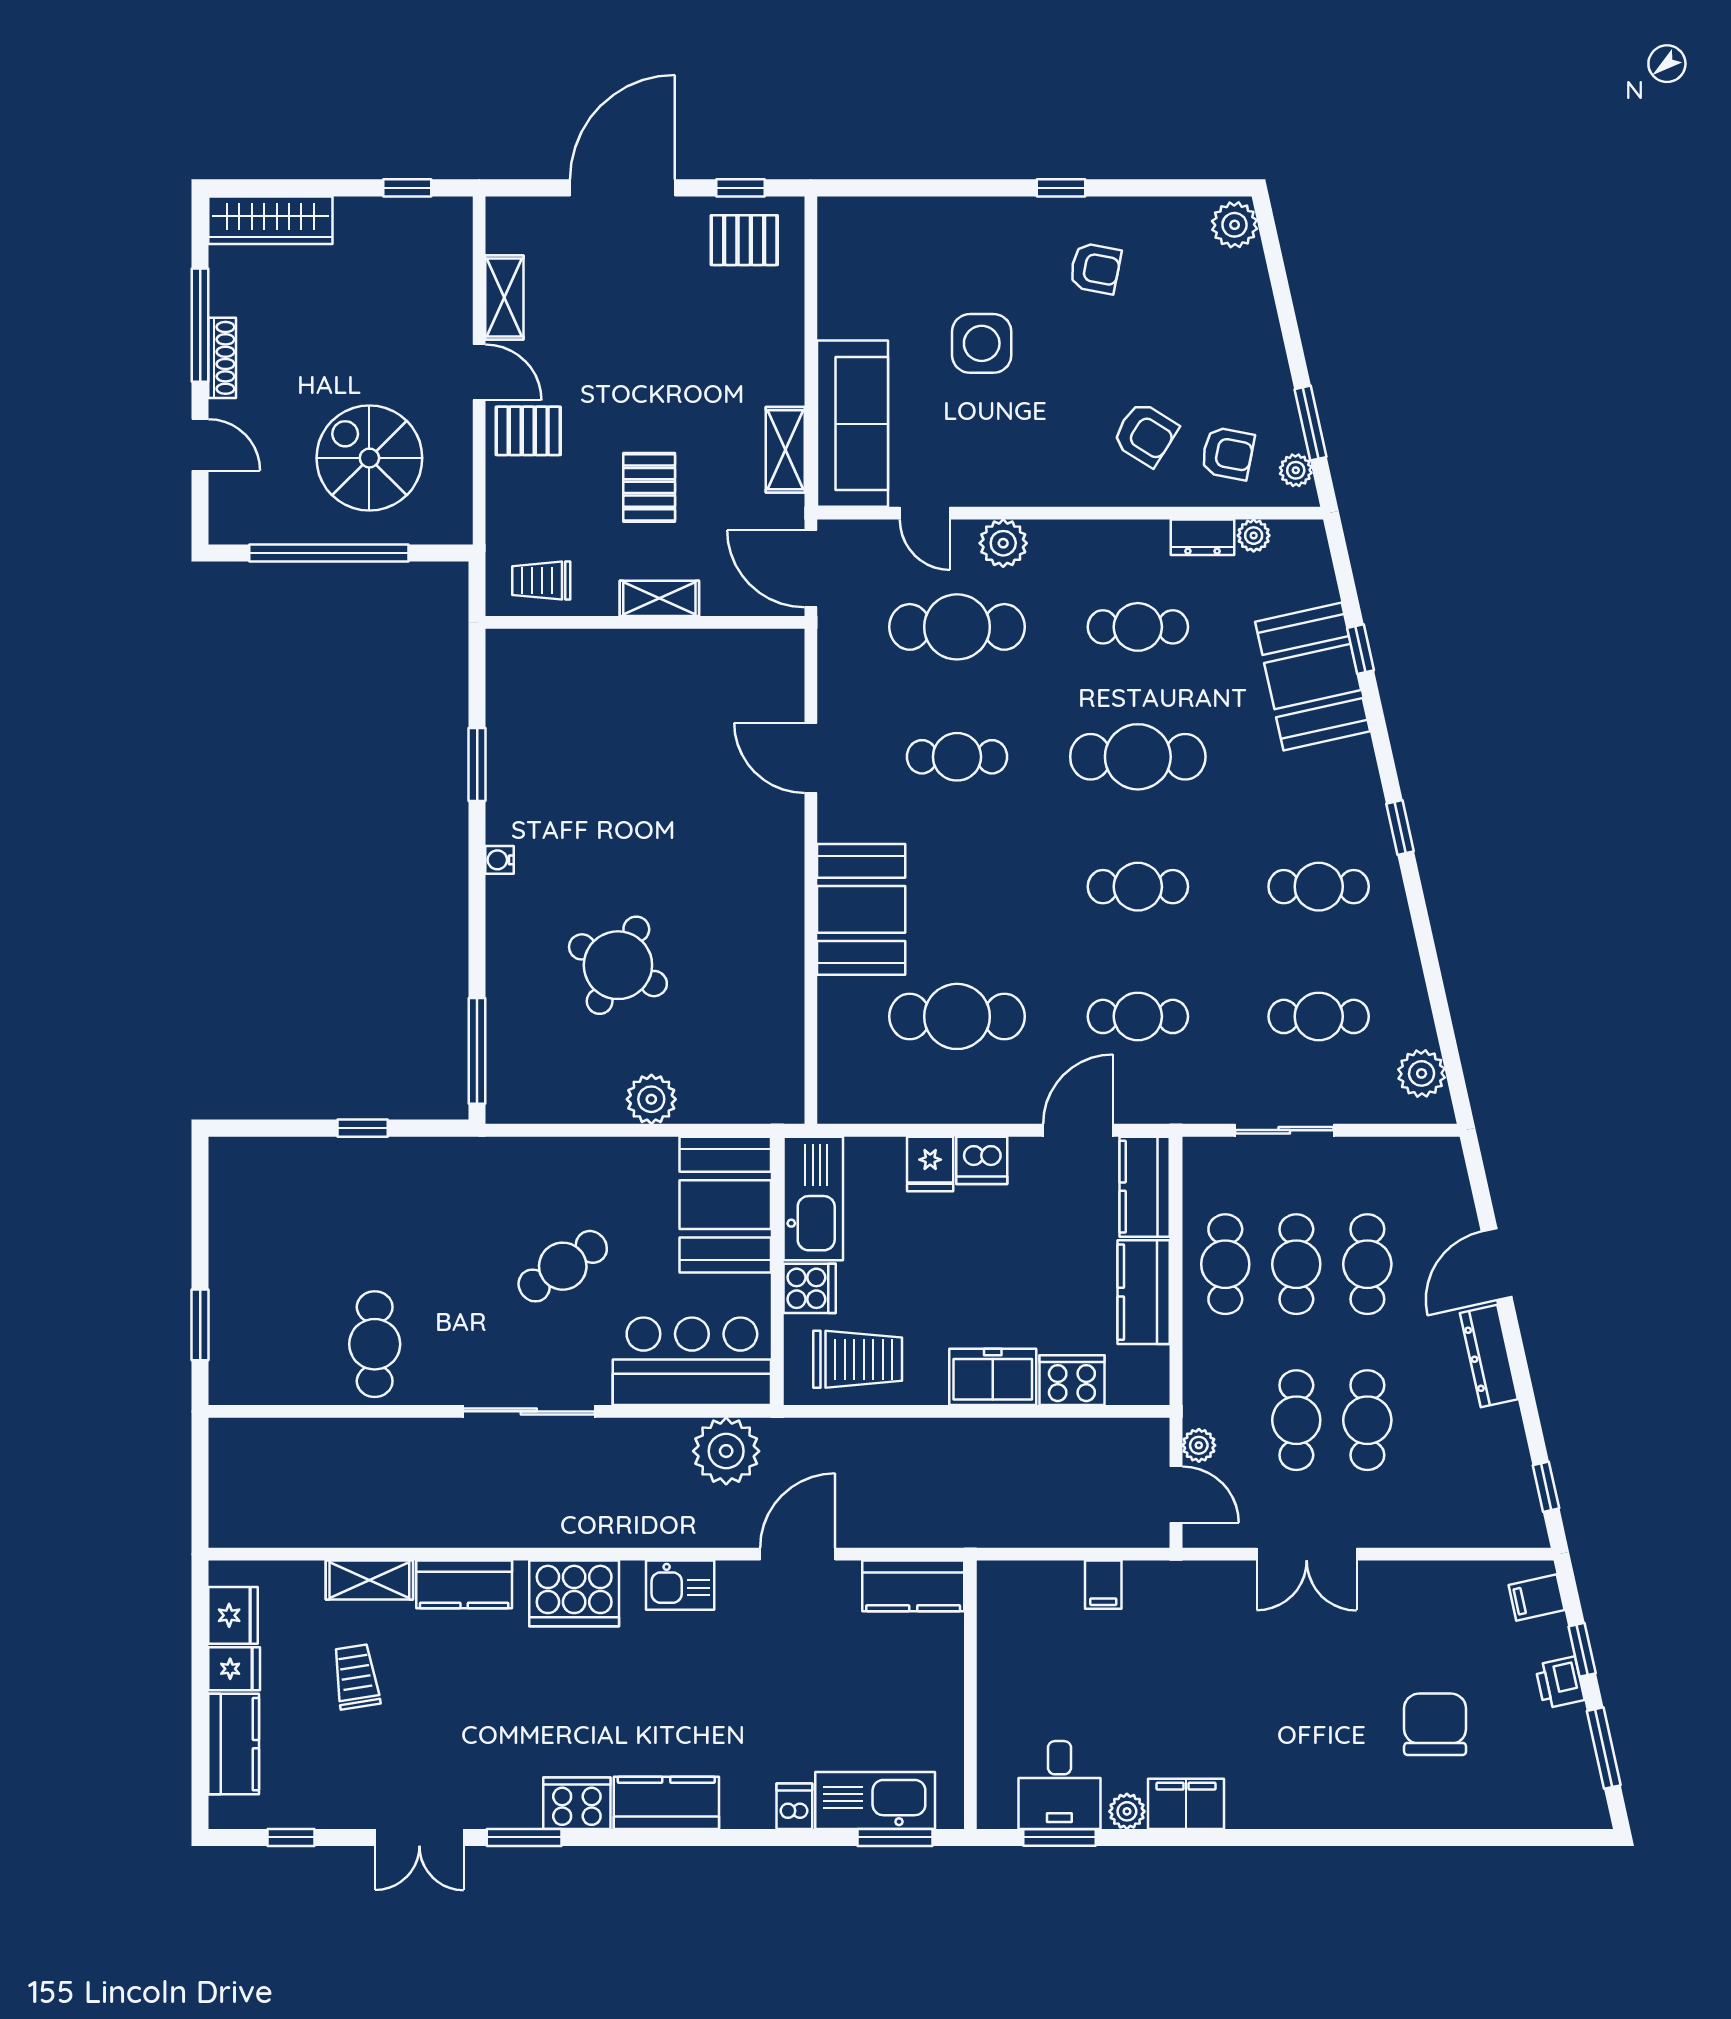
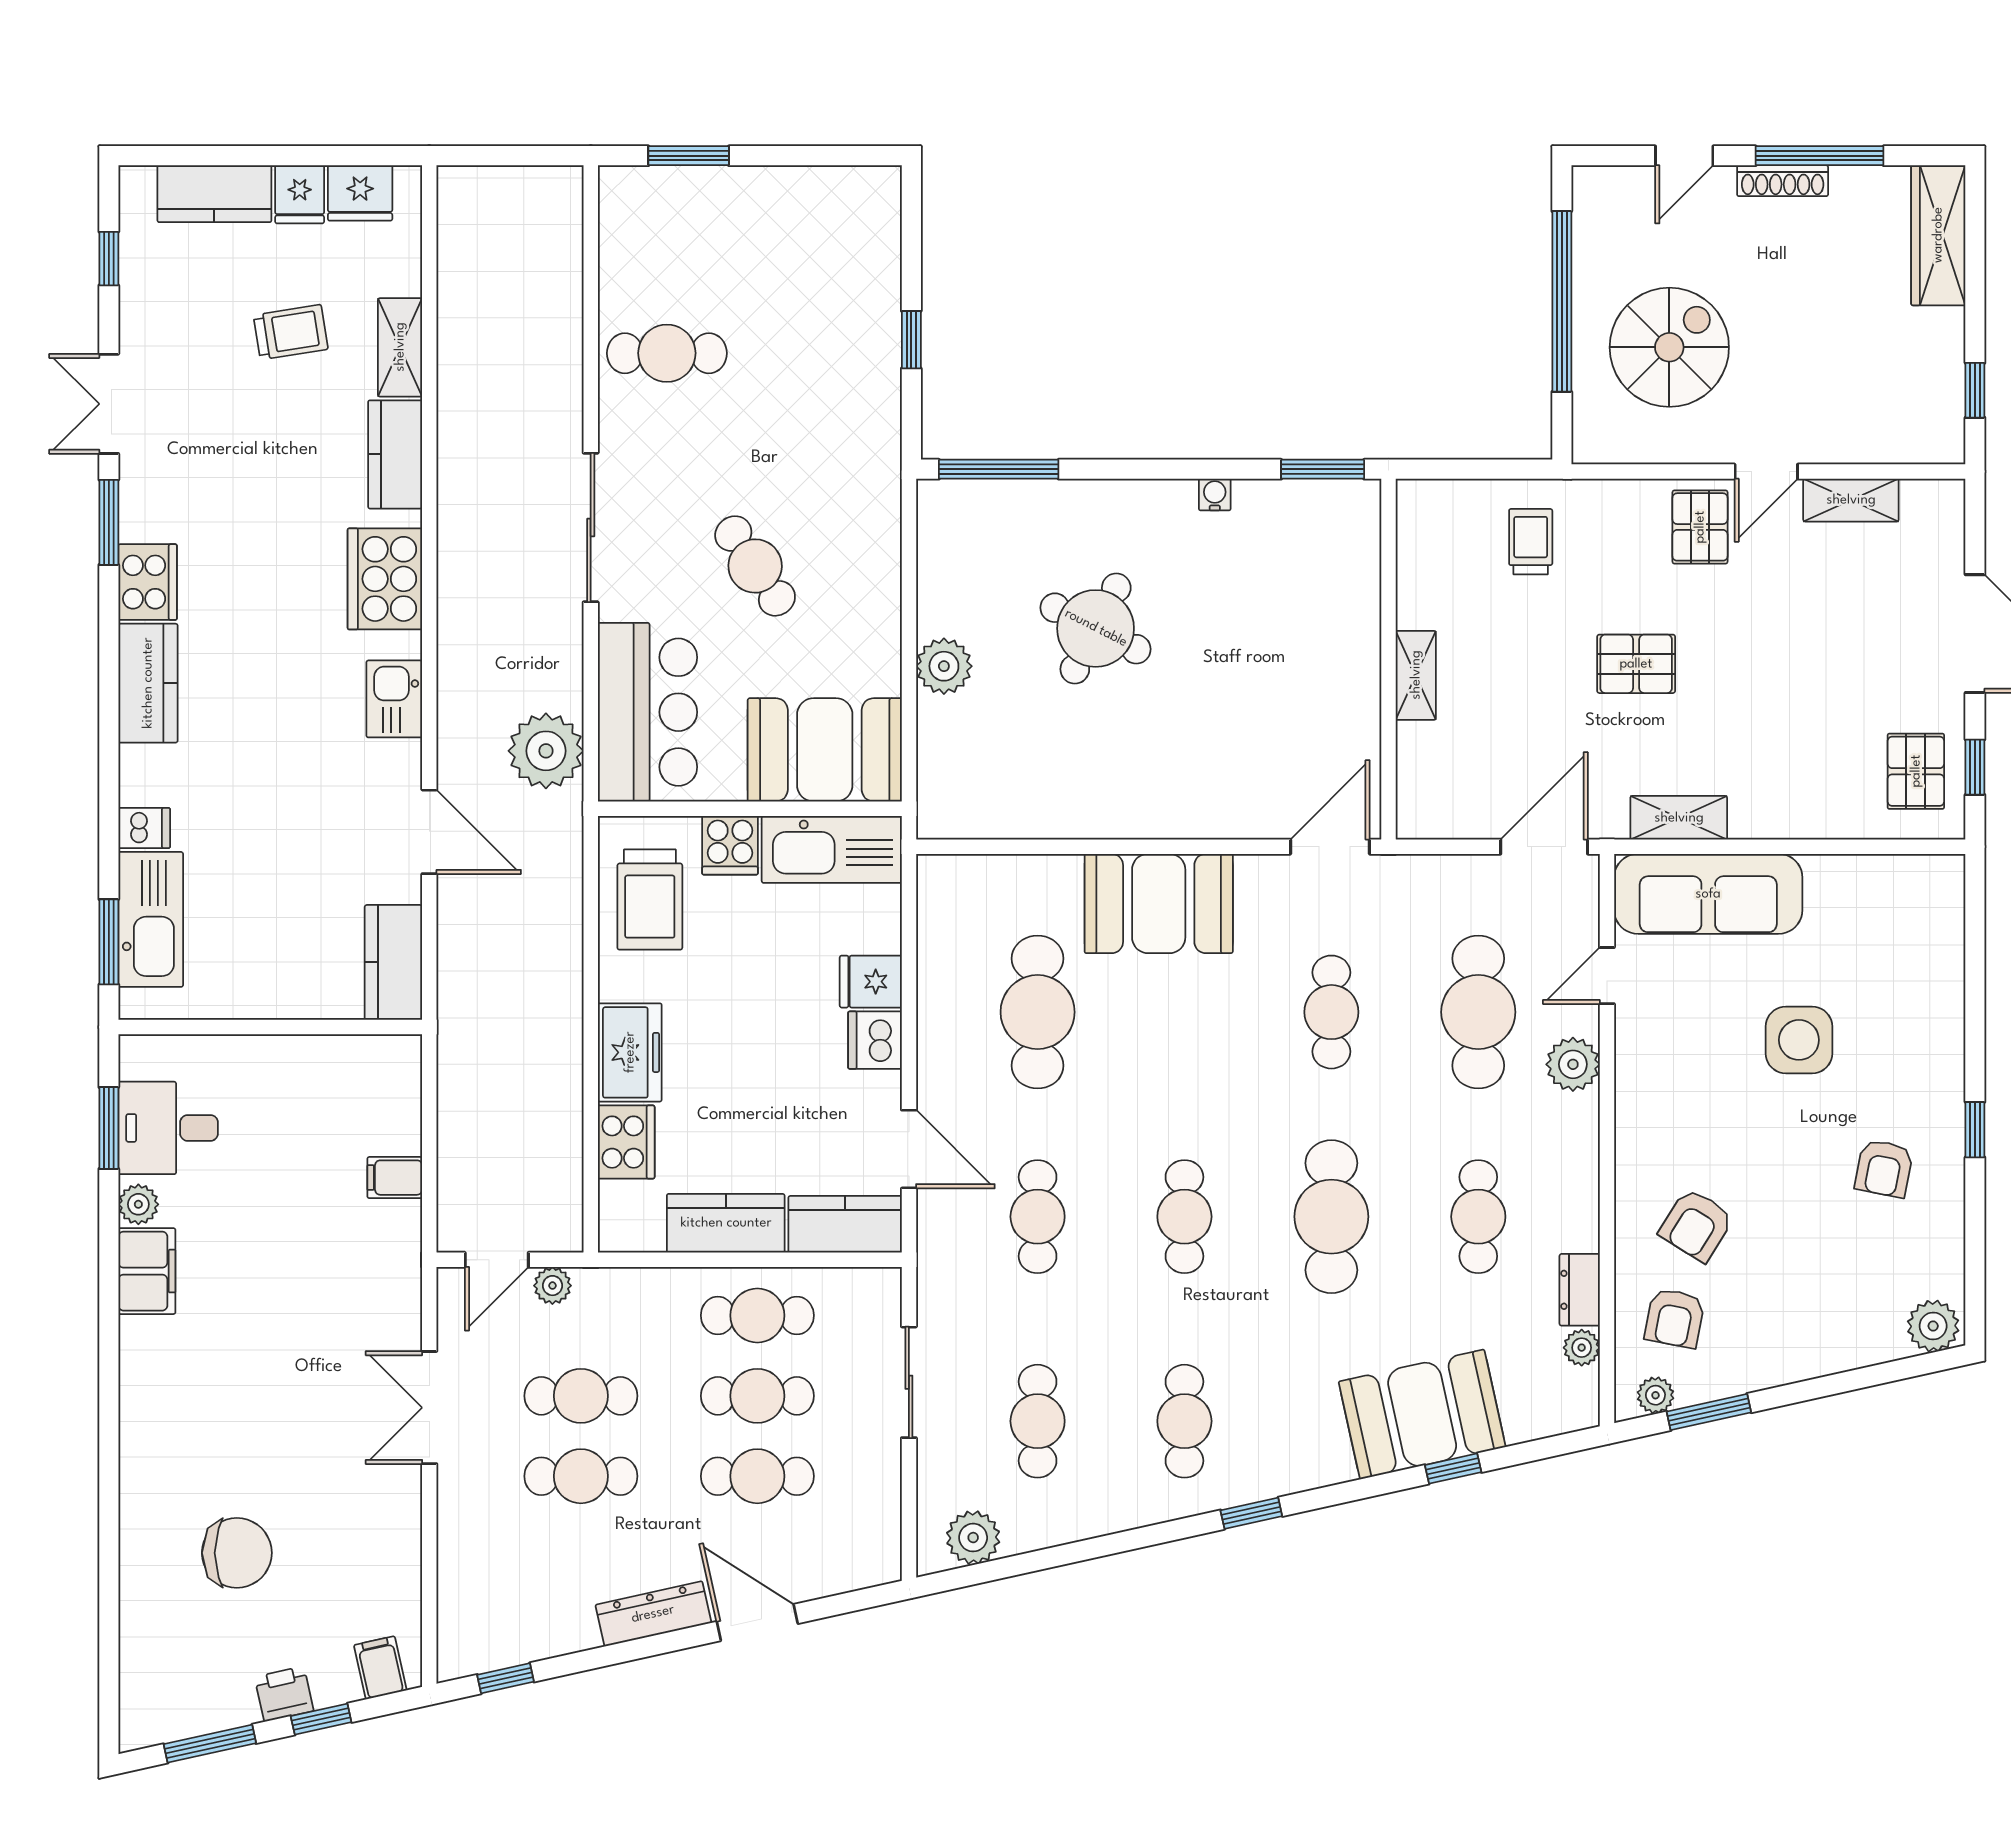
shelving: (659, 598) -> (1416, 675), moved
wall: (645, 622) -> (1388, 659), moved

